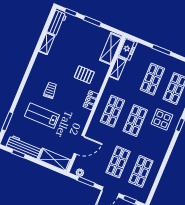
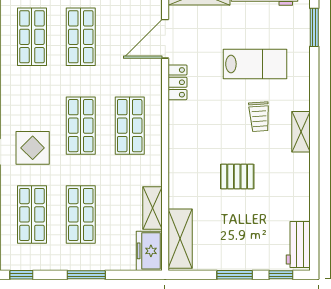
shelving: (47, 44) -> (301, 132), moved
pallet: (84, 75) -> (237, 176), moved
locker: (91, 100) -> (178, 82), moved

